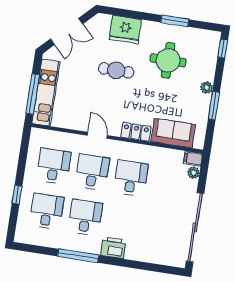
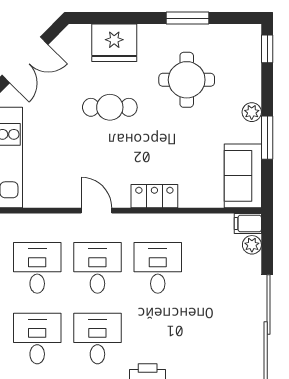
sofa: (173, 133) -> (243, 176), moved, turned -90

